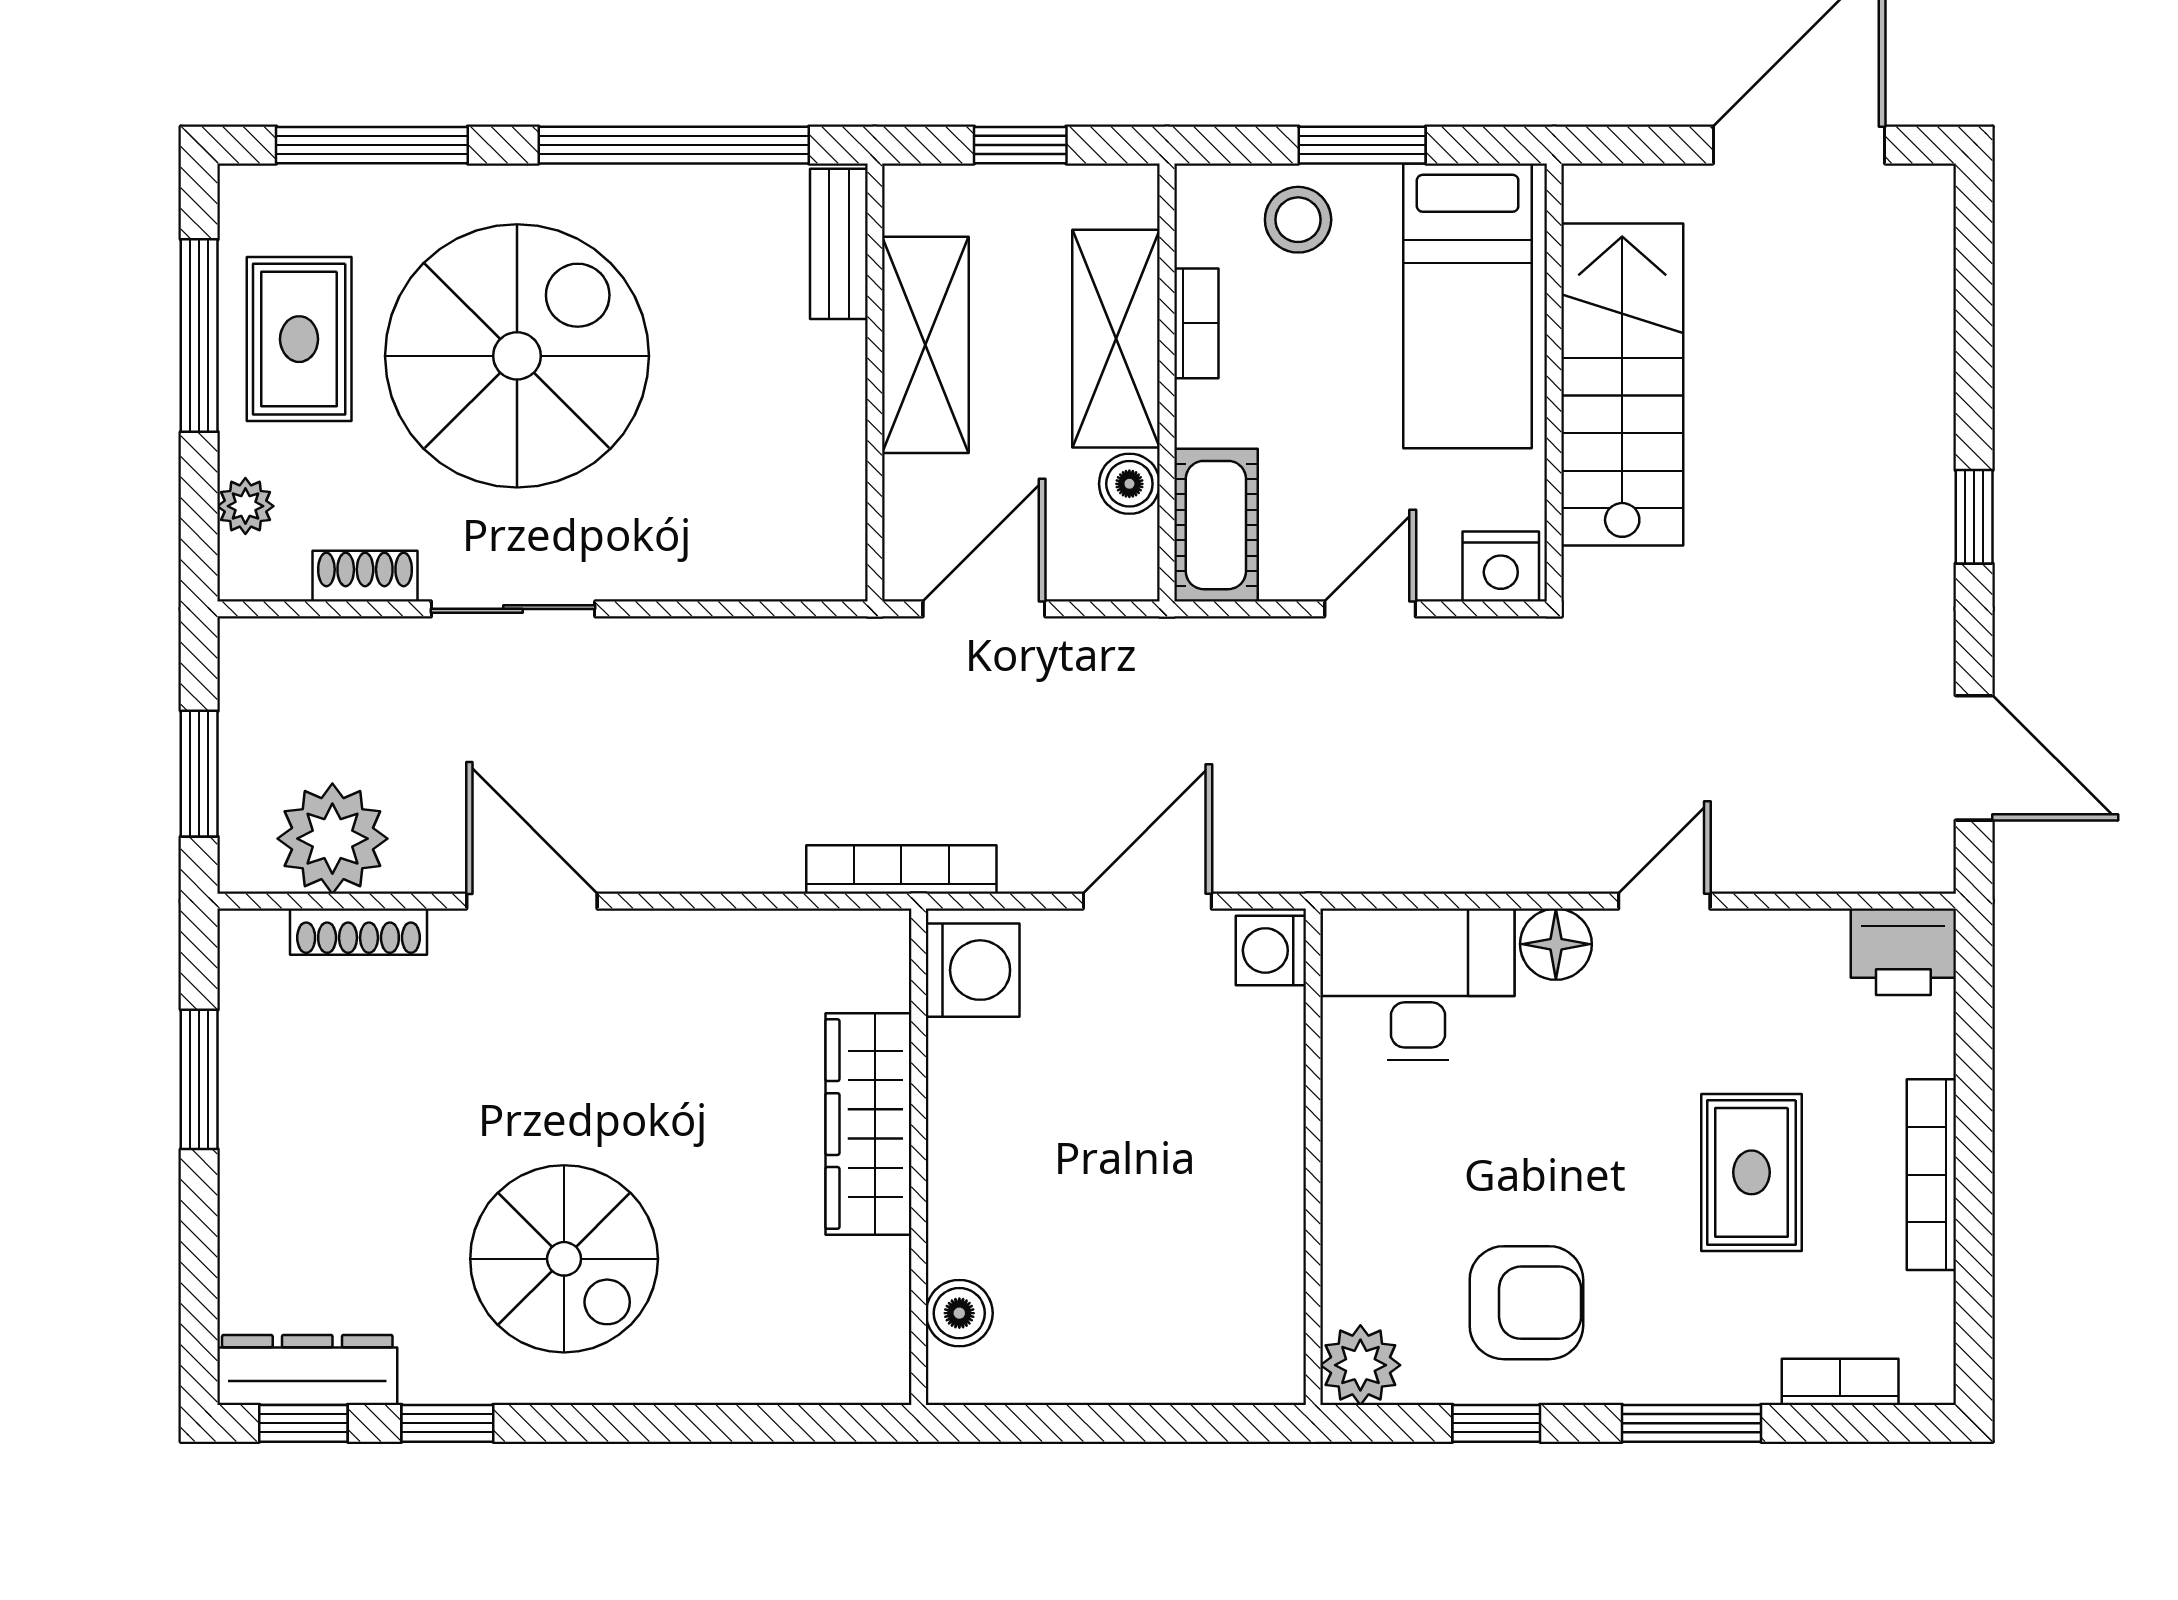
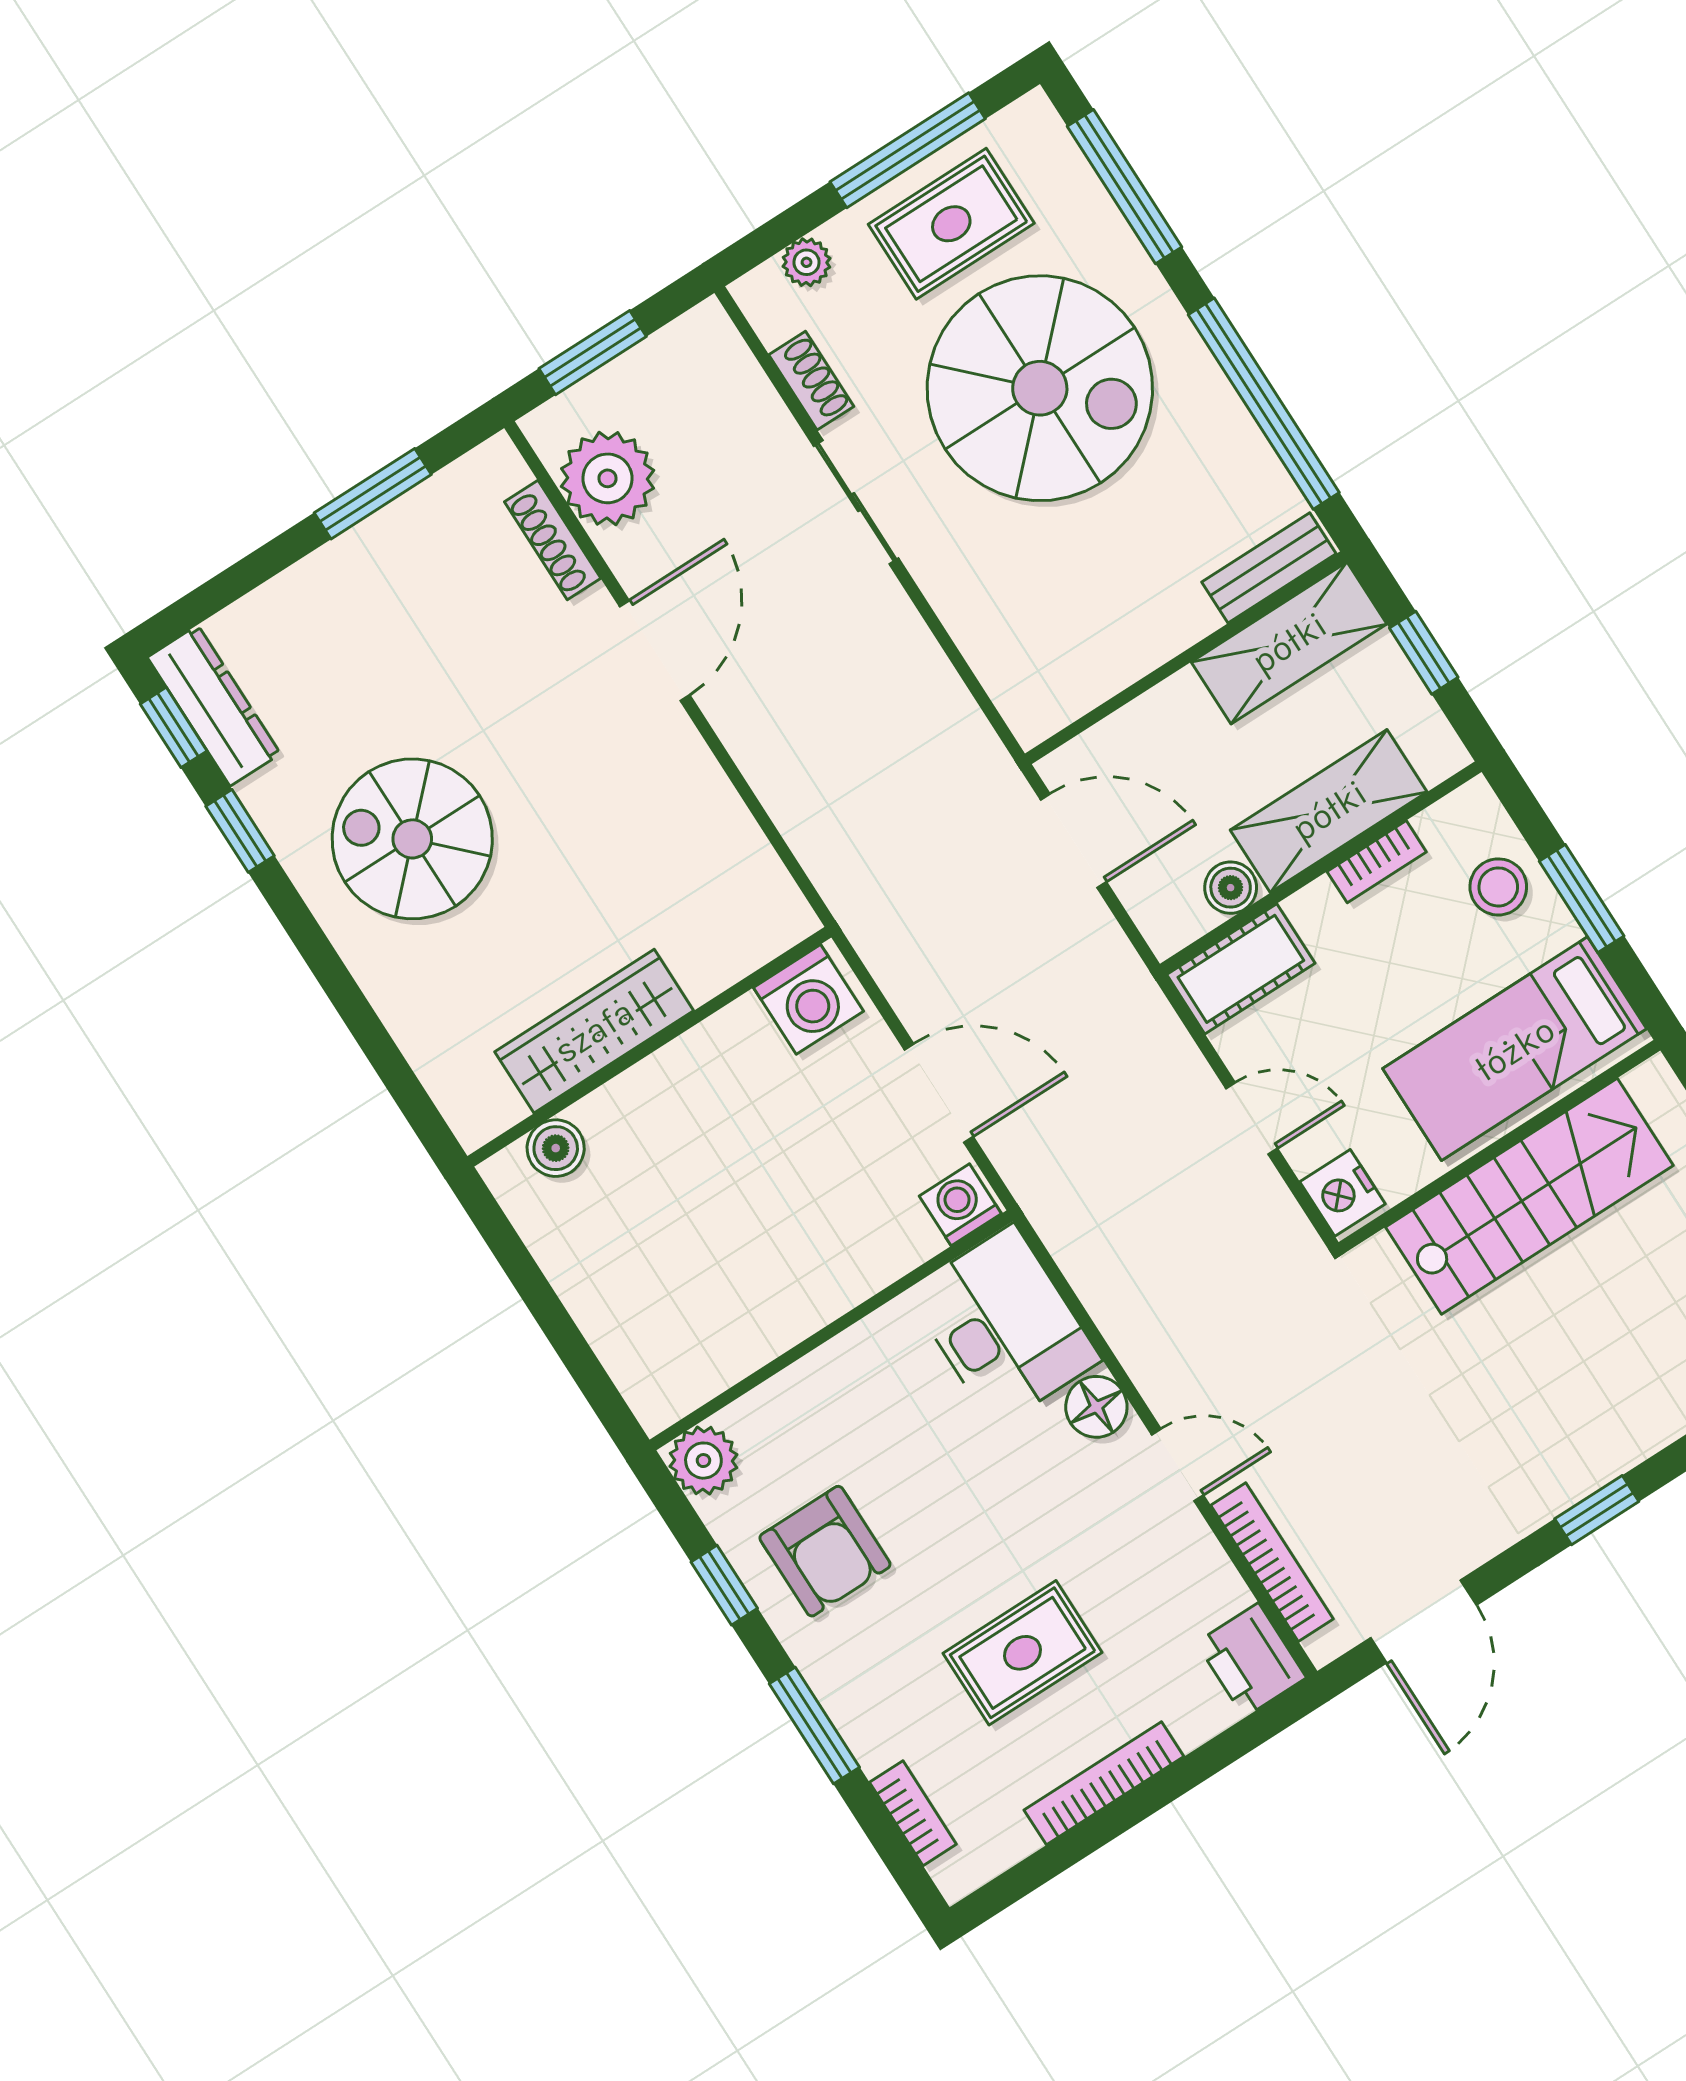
shelving: (925, 345) -> (1289, 643), moved
bookcase: (901, 869) -> (1272, 1562), moved
wardrobe: (868, 1124) -> (594, 1031), moved
spiral stairs: (564, 1259) -> (412, 839), turned 90

